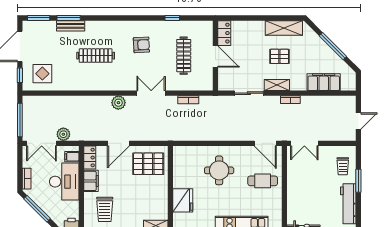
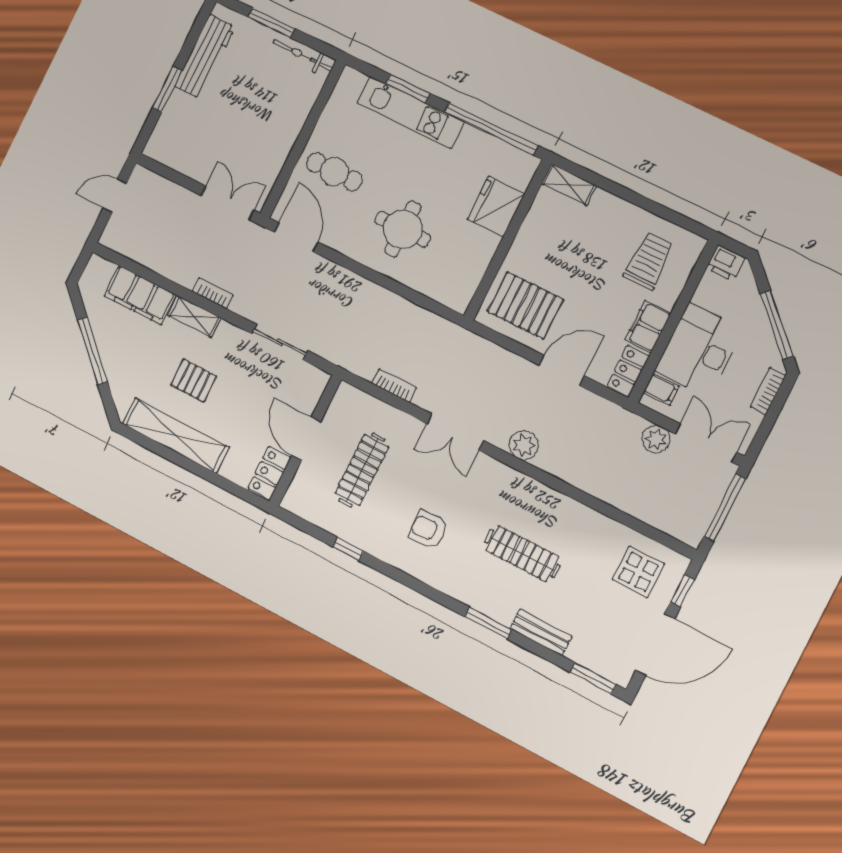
window: (69, 18) -> (488, 623), moved
shelving: (284, 28) -> (176, 435), width x1.47
shelving: (277, 85) -> (194, 317), moved
trolley: (343, 166) -> (181, 128), removed

